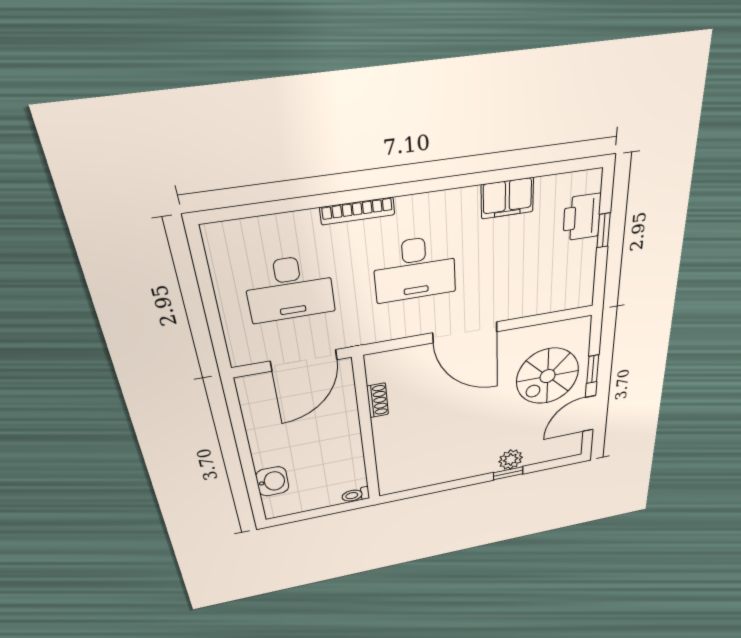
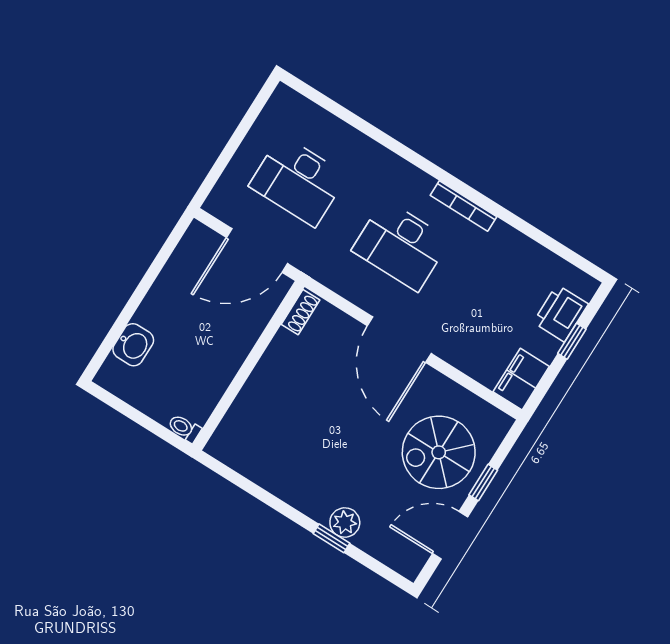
filing cabinet: (507, 198) -> (521, 379), moved, turned 90
bookcase: (357, 211) -> (463, 206), moved
shoe rack: (378, 400) -> (300, 312), moved

